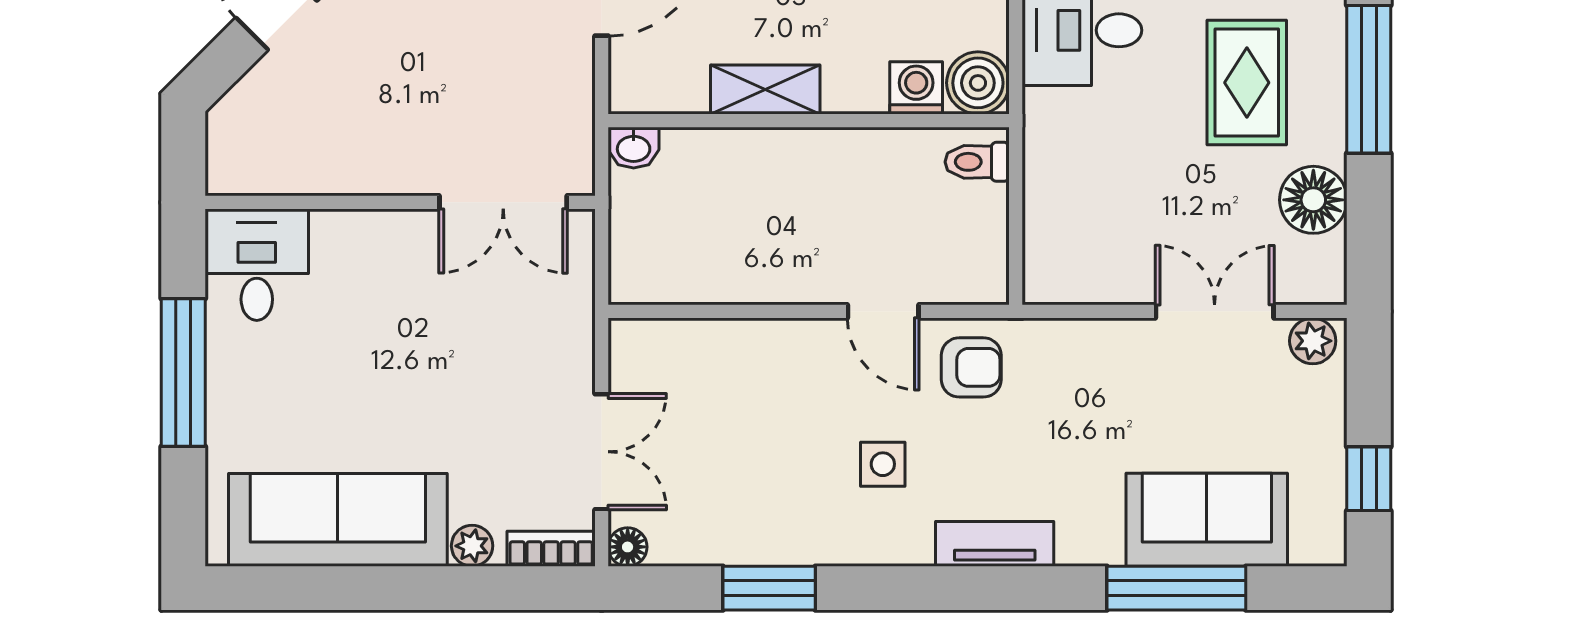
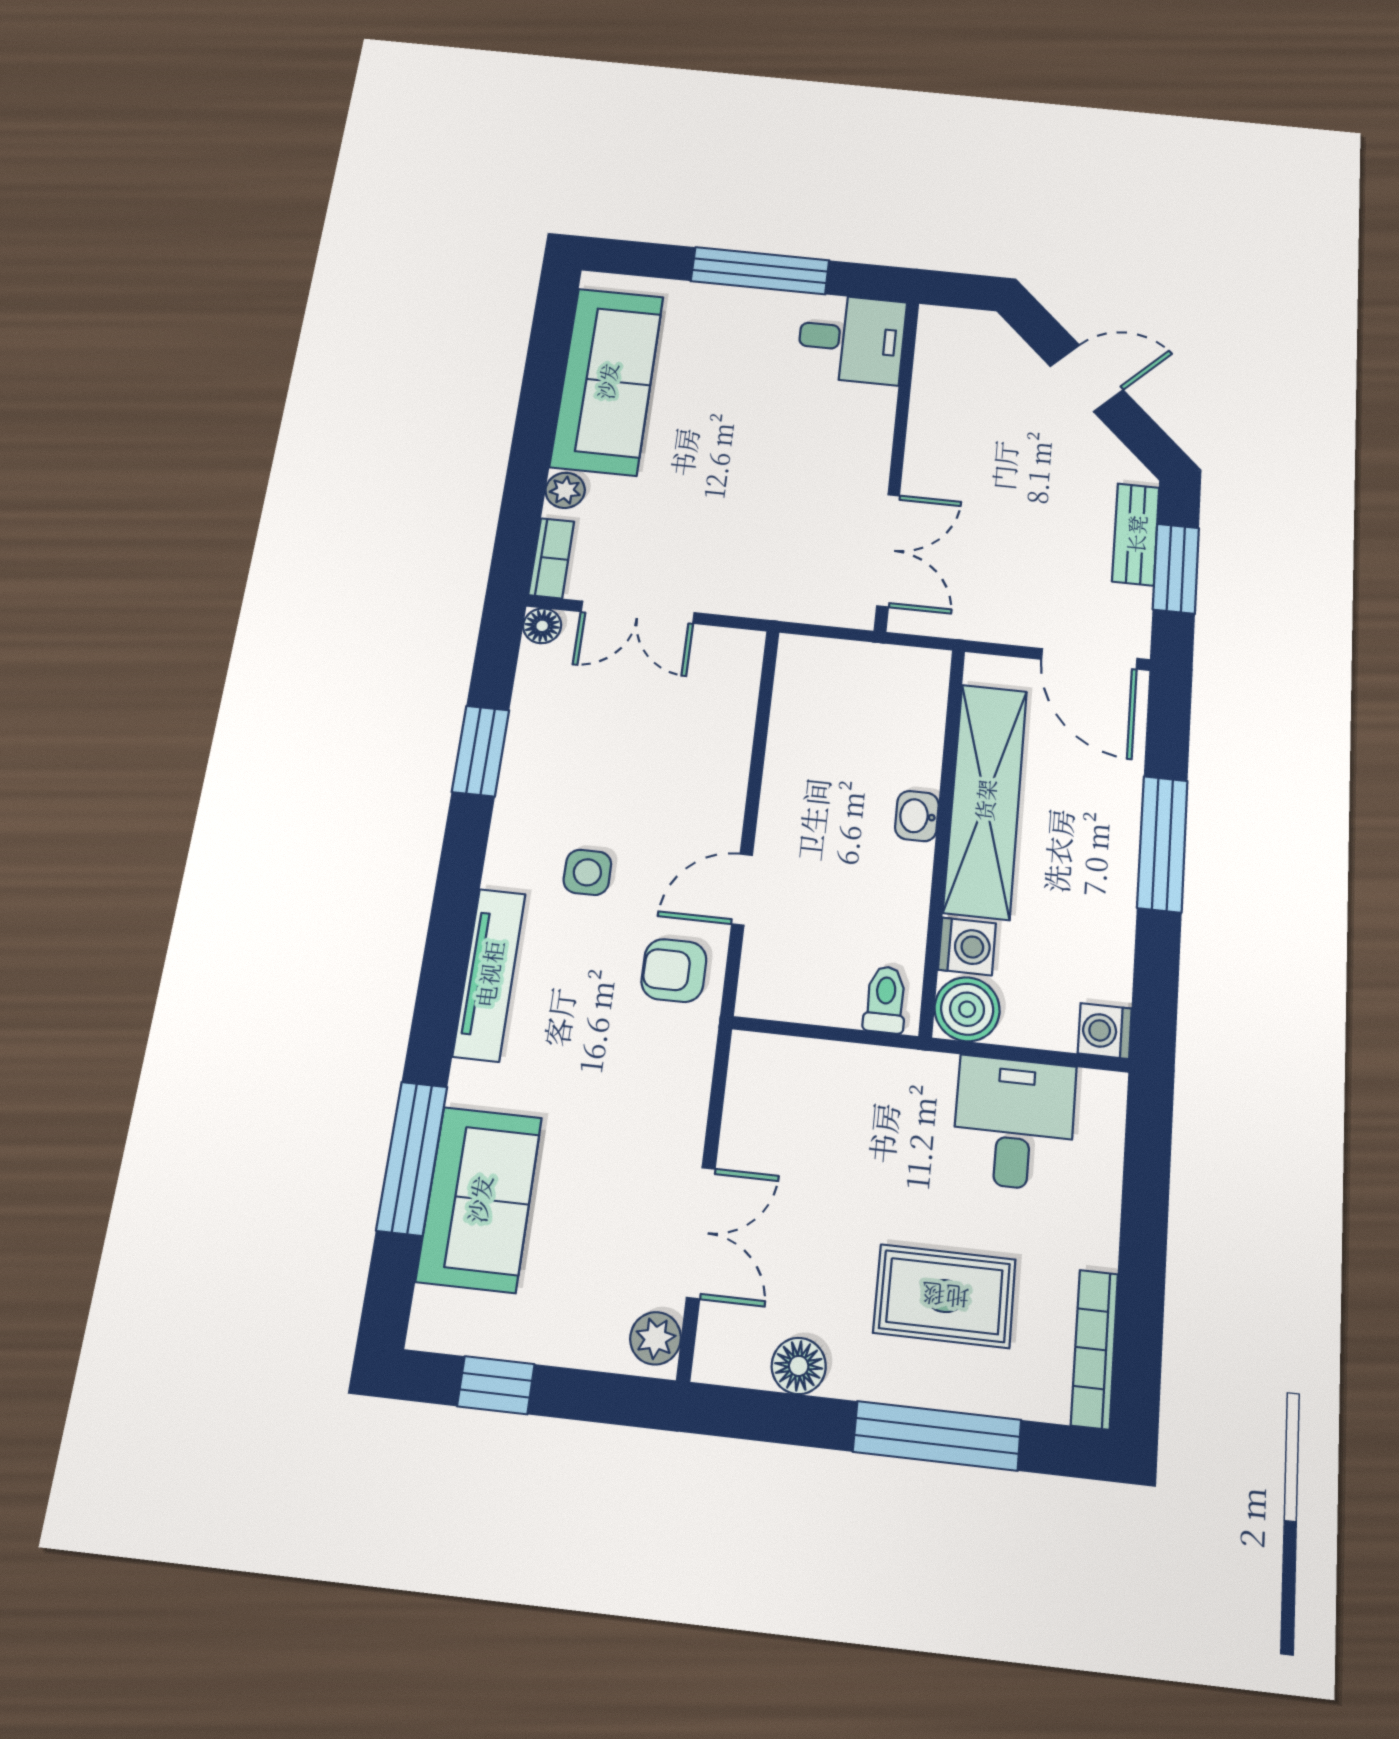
shelving: (765, 90) -> (985, 800), width x2.20, depth x1.33
washbasin: (634, 148) -> (917, 816), moved
floor lamp: (1313, 200) -> (799, 1366), width x0.73, depth x0.73
double door: (503, 202) -> (888, 550), swing flipped
armchair: (971, 367) -> (674, 971), turned 90
tv unit: (995, 544) -> (489, 974), width x1.41

